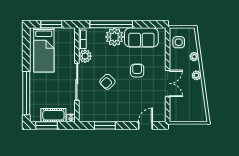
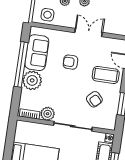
window: (51, 24) -> (9, 144), removed
window: (111, 24) -> (21, 64), moved
armchair: (107, 82) -> (94, 99), moved
coffee table: (130, 106) -> (106, 75), added

